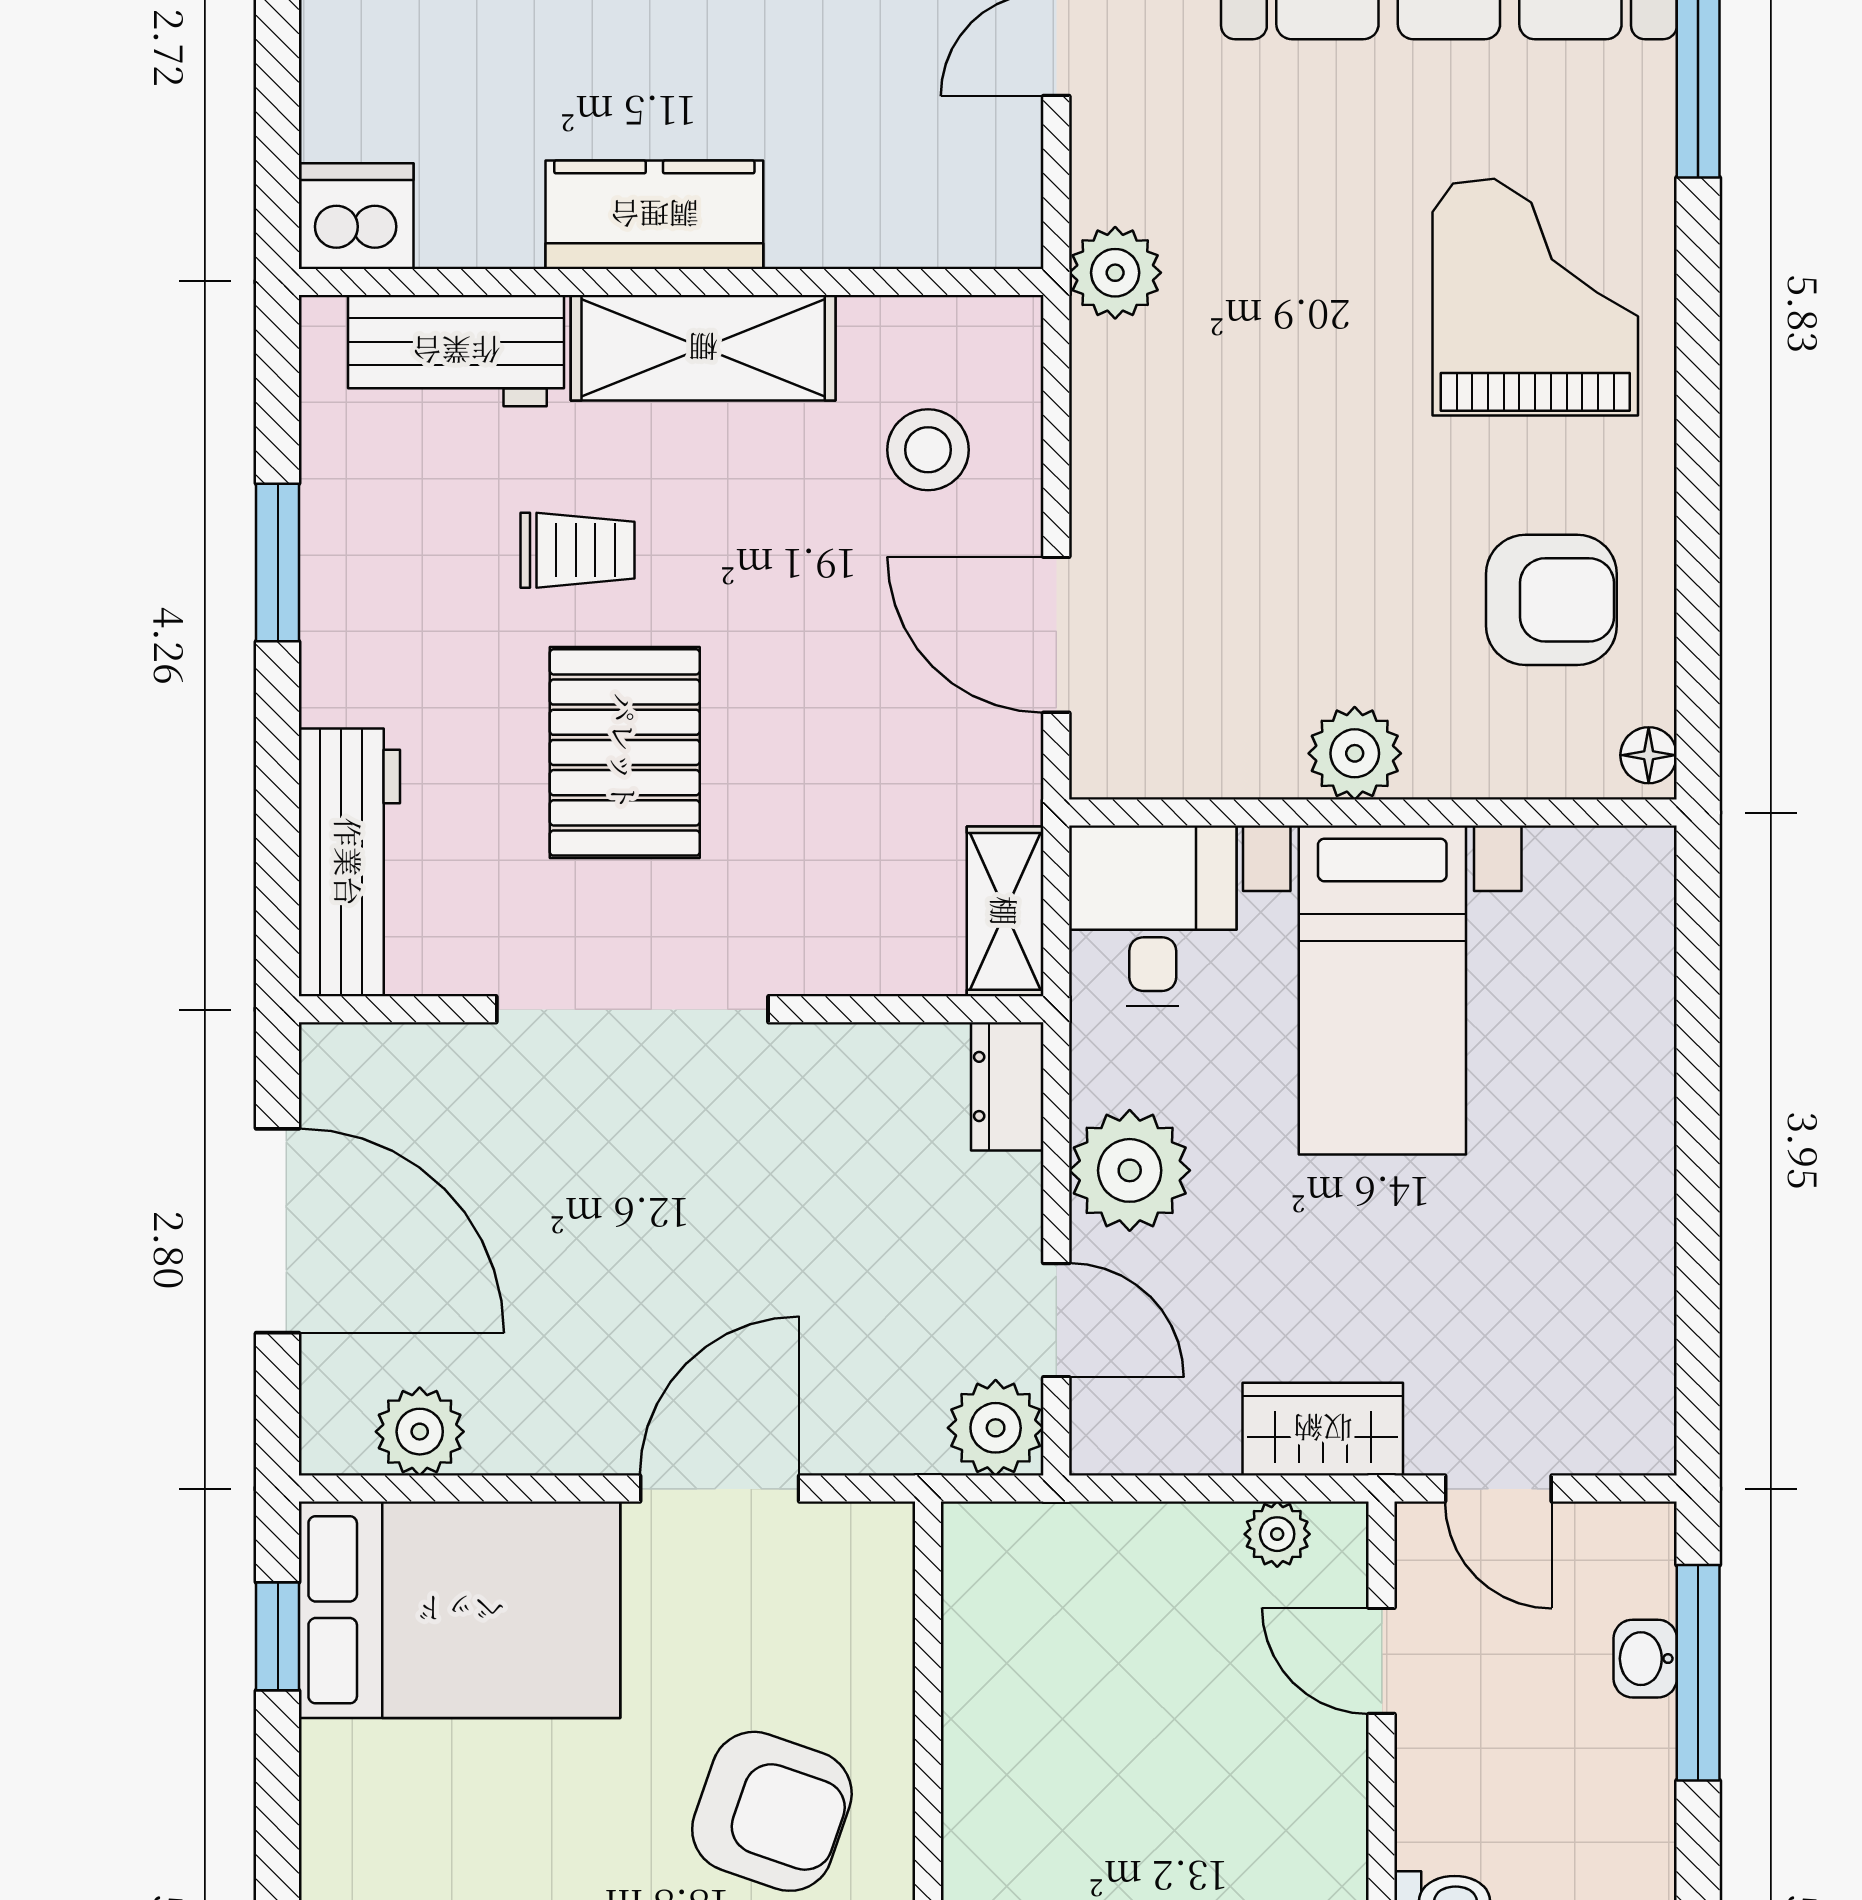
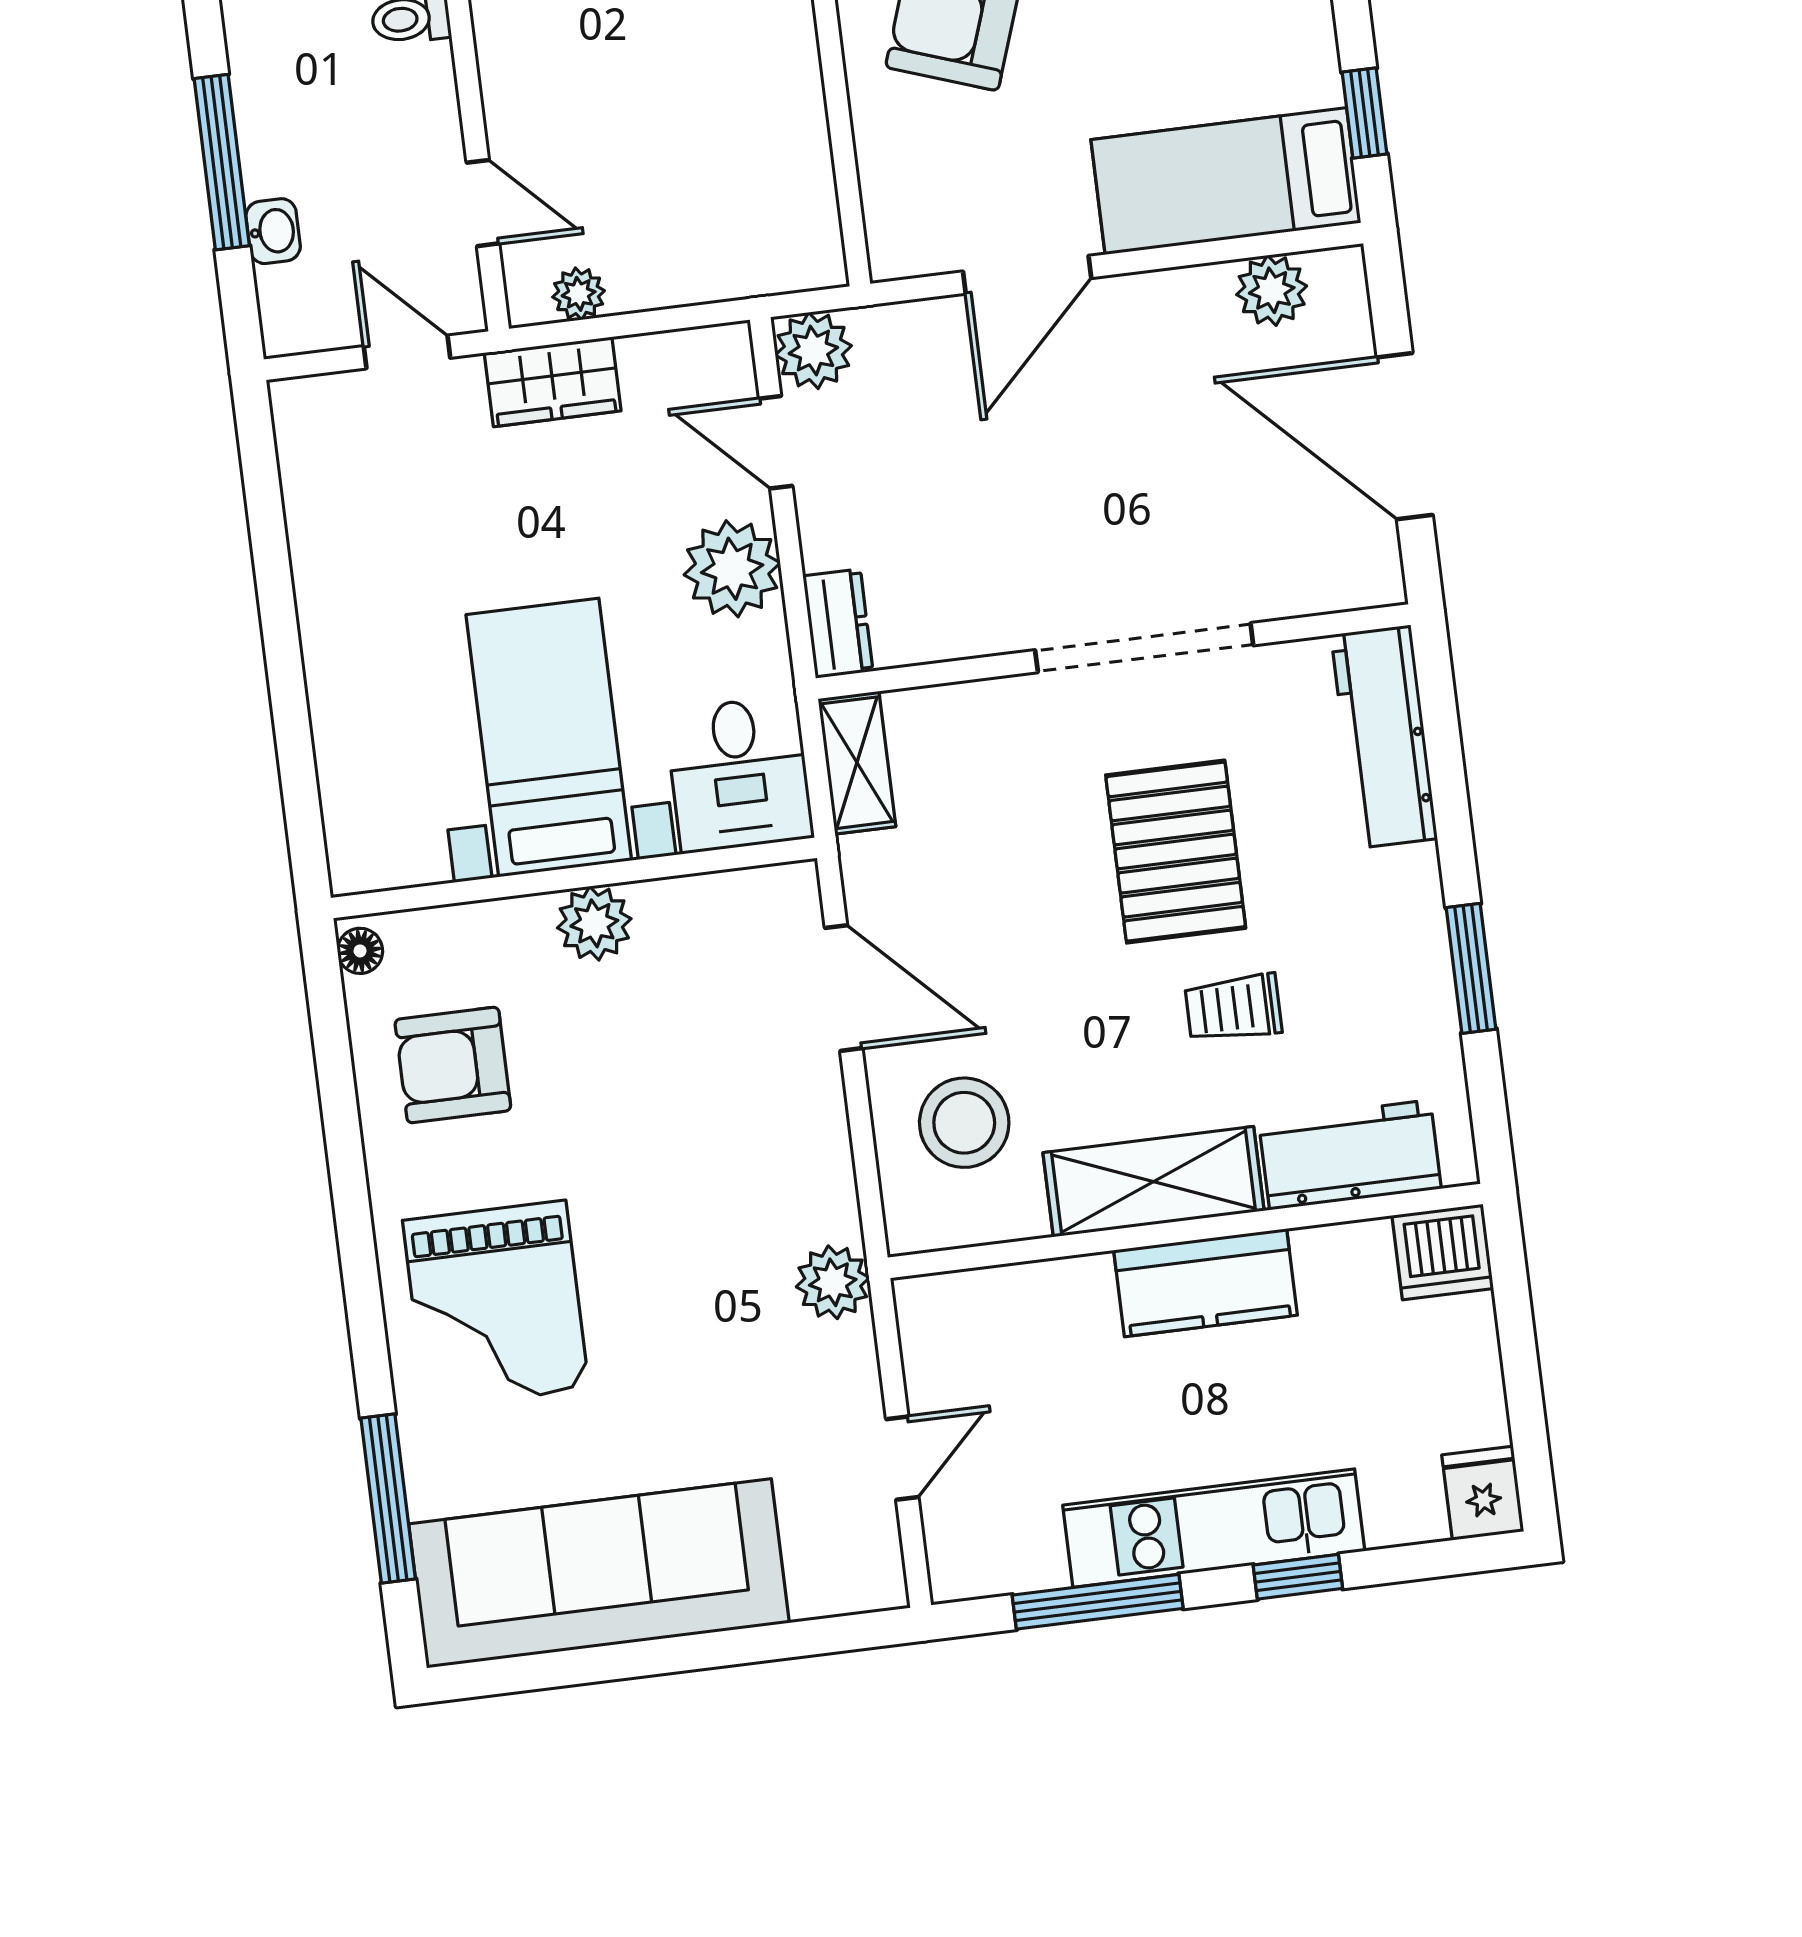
stool: (928, 450) -> (964, 1123), width x1.38, depth x1.38
bed: (460, 1610) -> (1226, 181), width x0.67
window: (1698, 1673) -> (222, 162), moved

